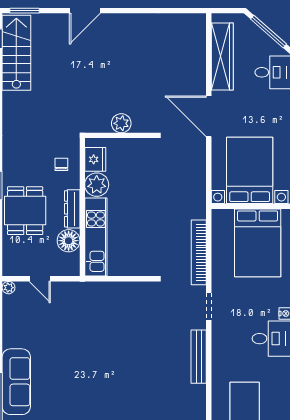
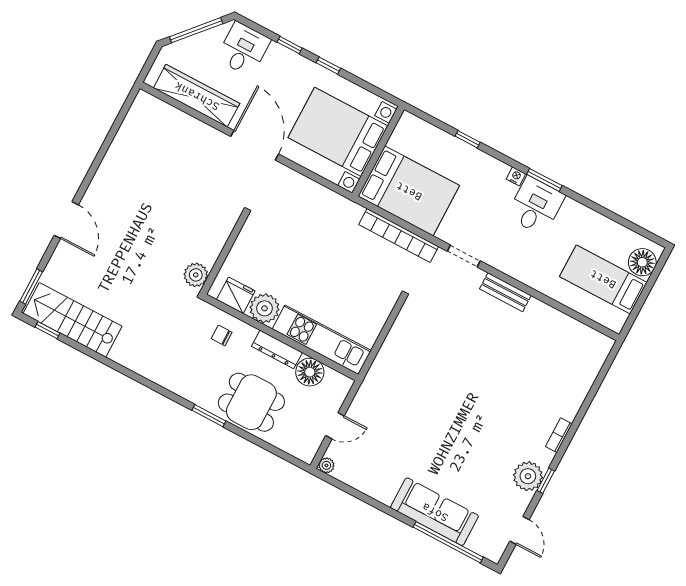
door: (209, 116) -> (255, 145), swing flipped
plant: (121, 123) -> (196, 275), moved
bed: (258, 243) -> (409, 191), moved
bench: (199, 357) -> (505, 292), width x0.73

